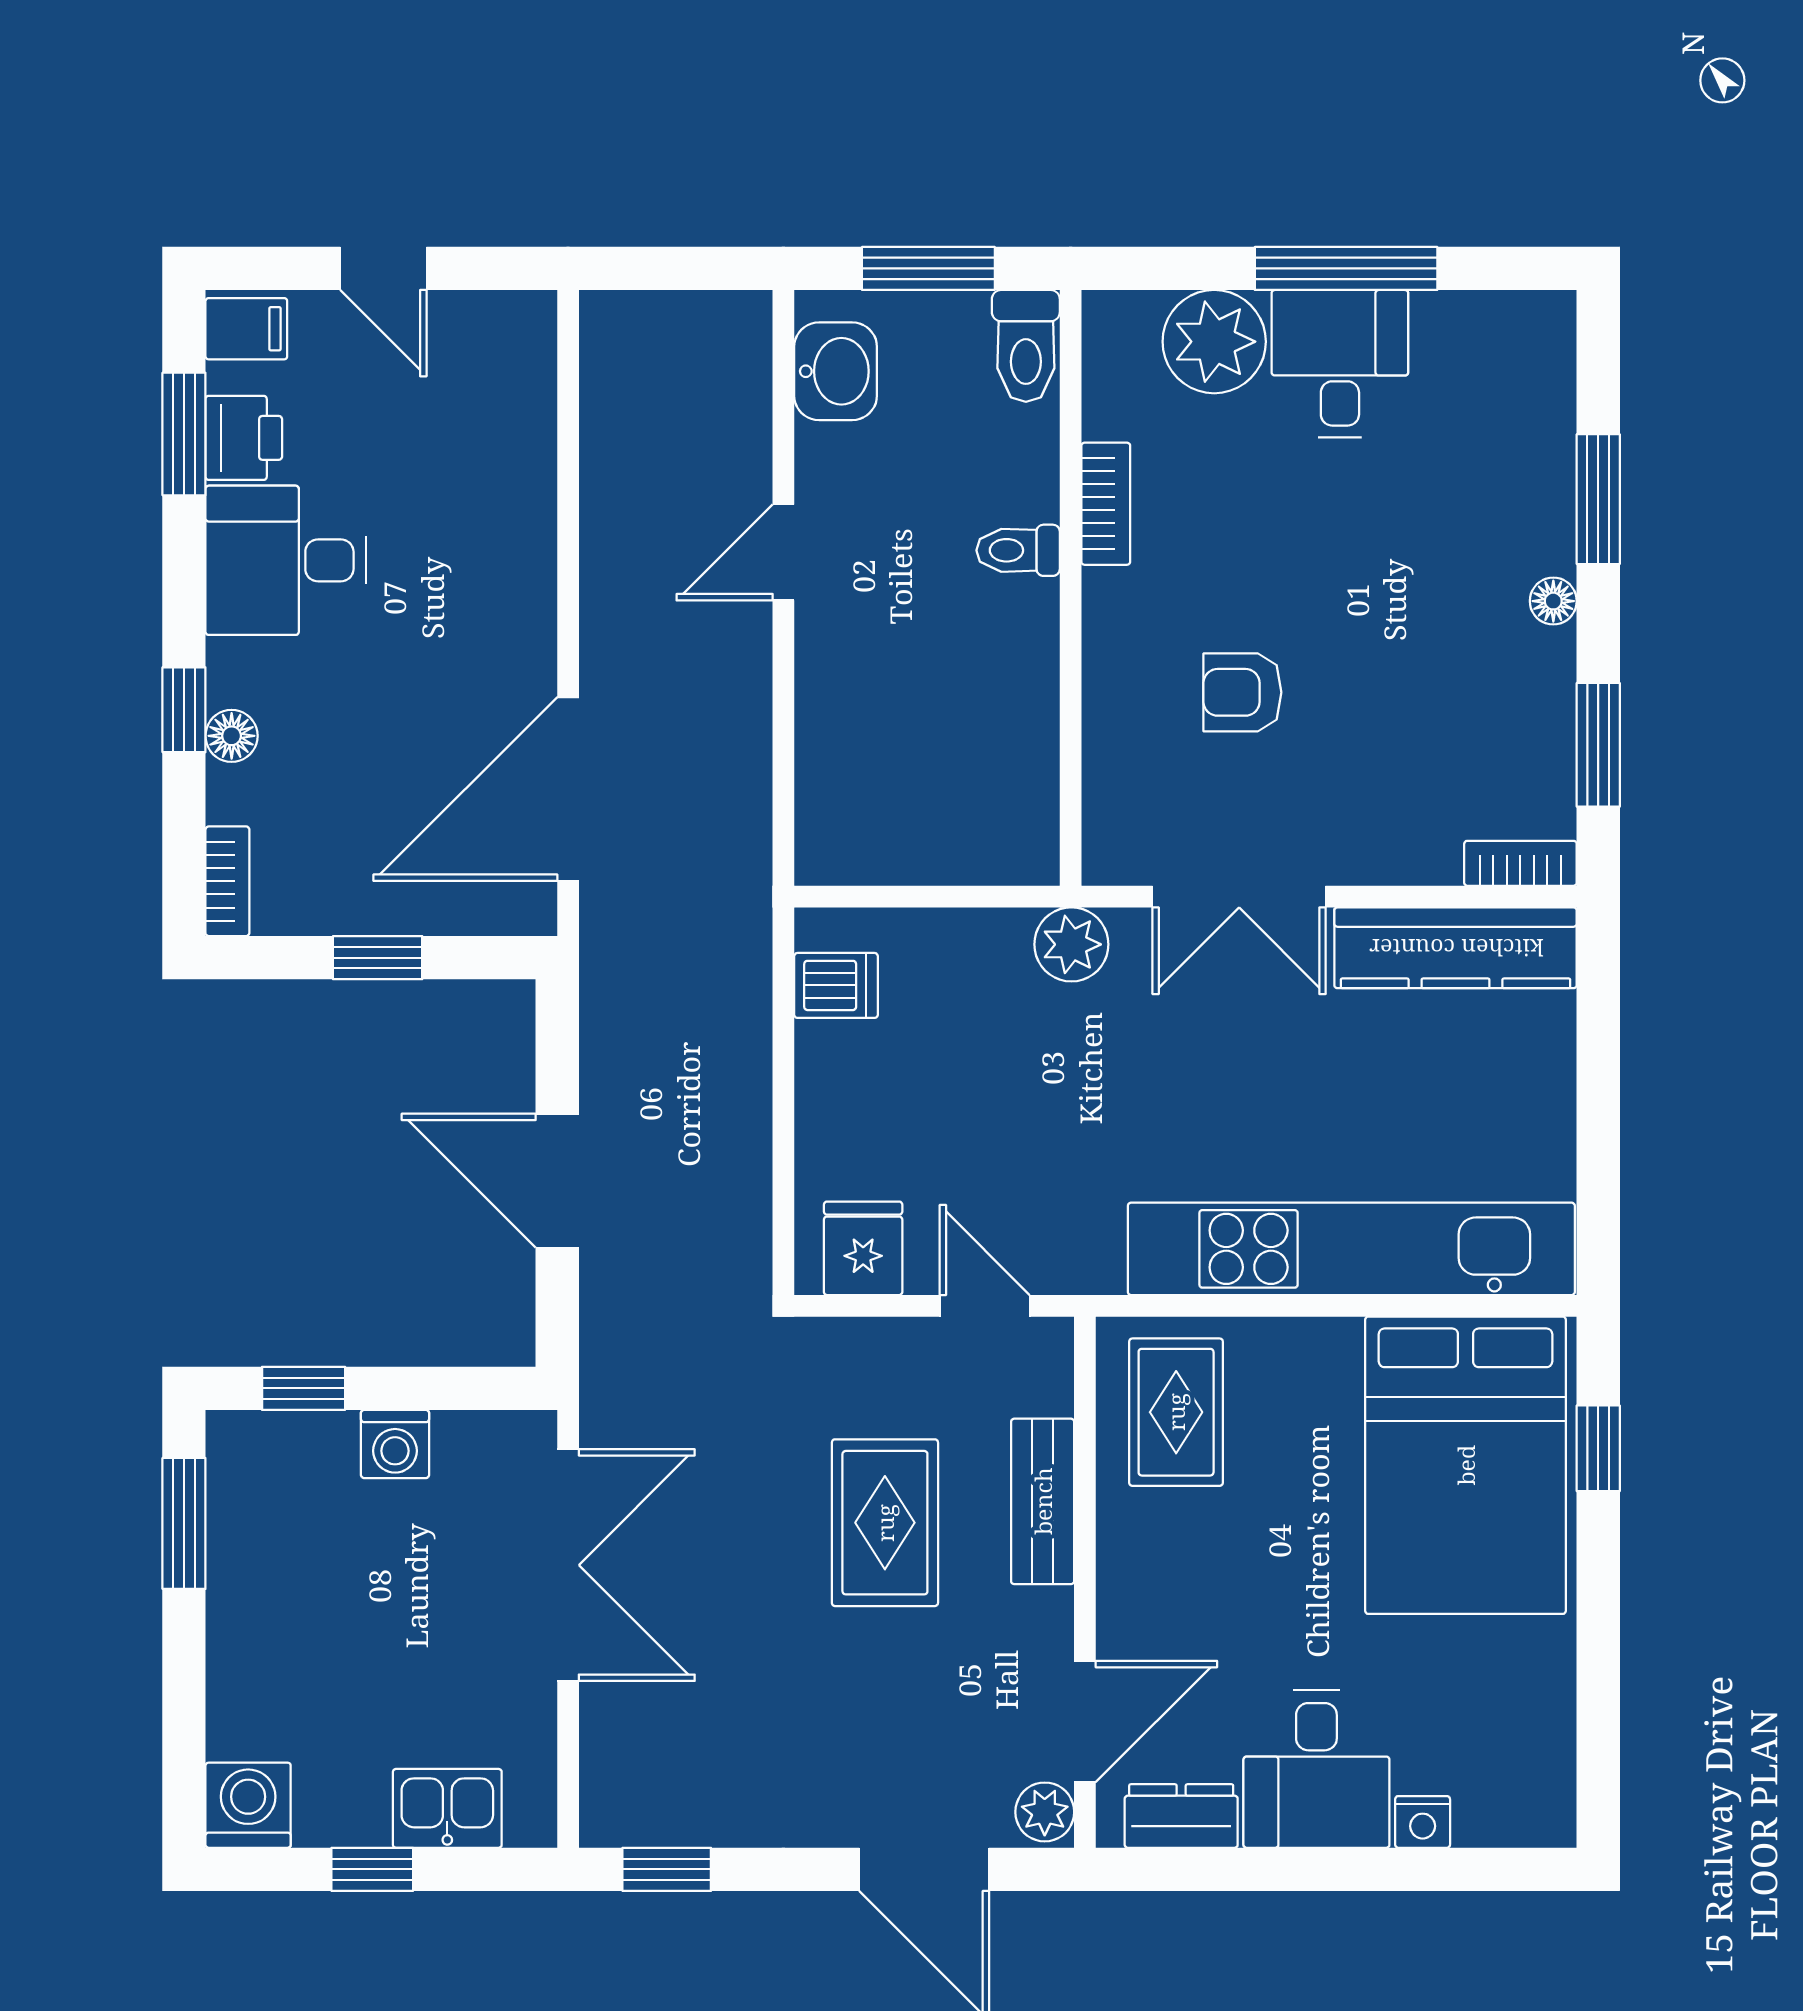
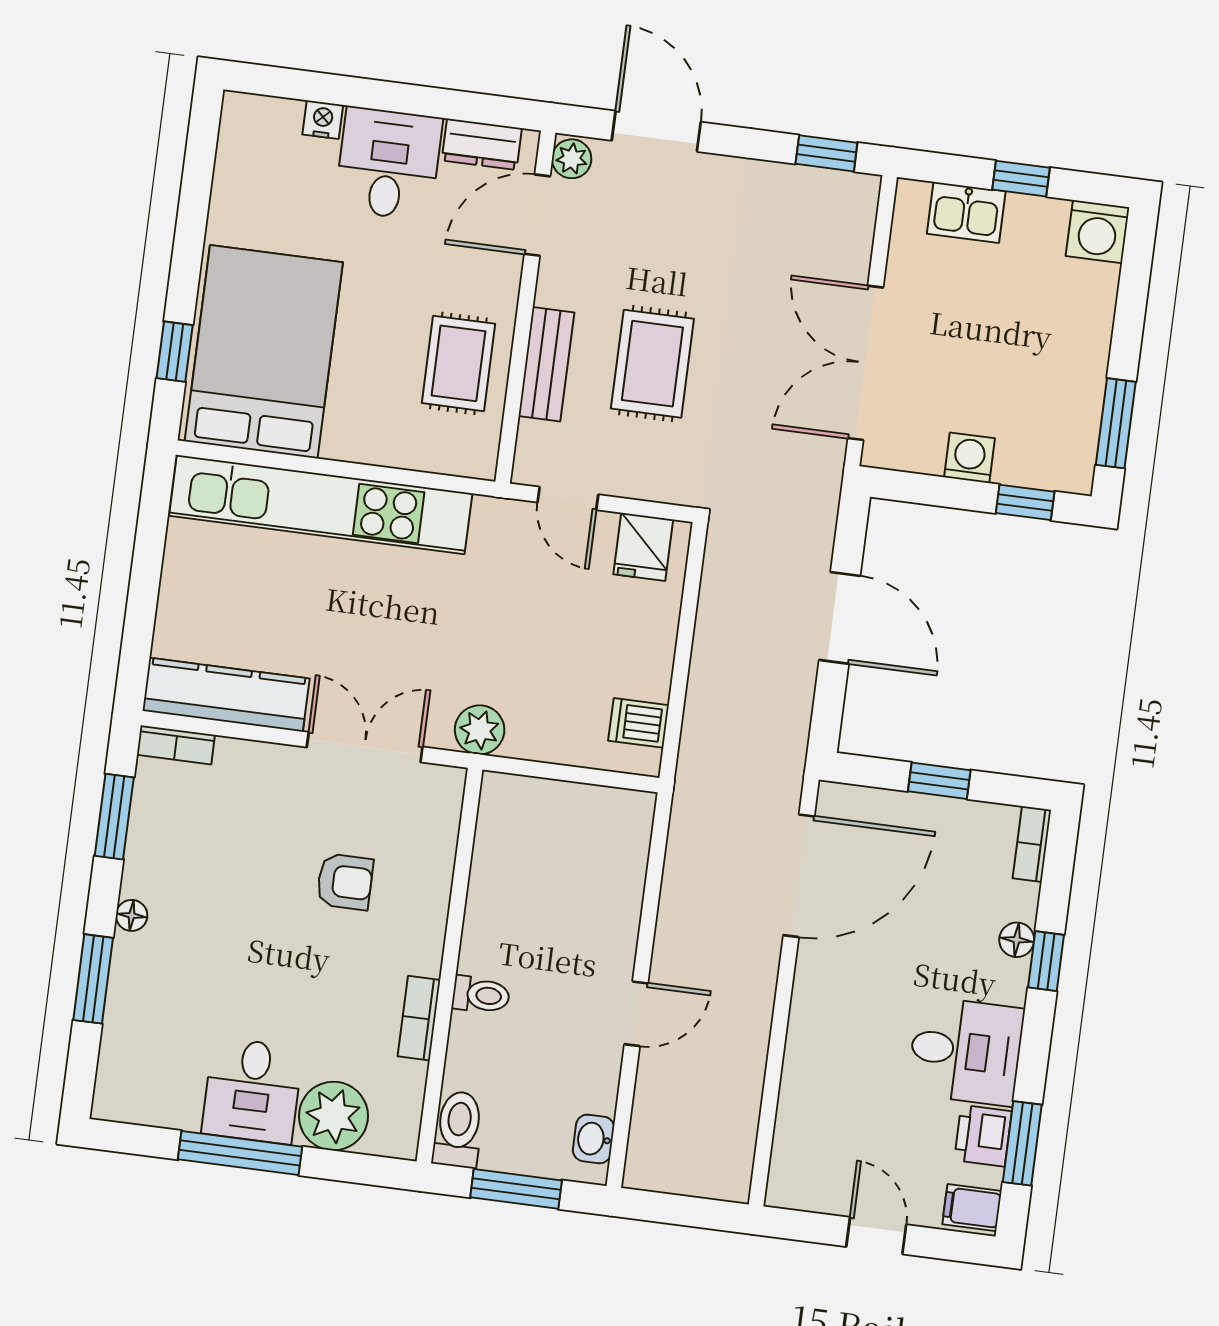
washbasin: (836, 371) -> (593, 1139), width x0.72, depth x0.69
rug: (1176, 1412) -> (458, 363), moved

